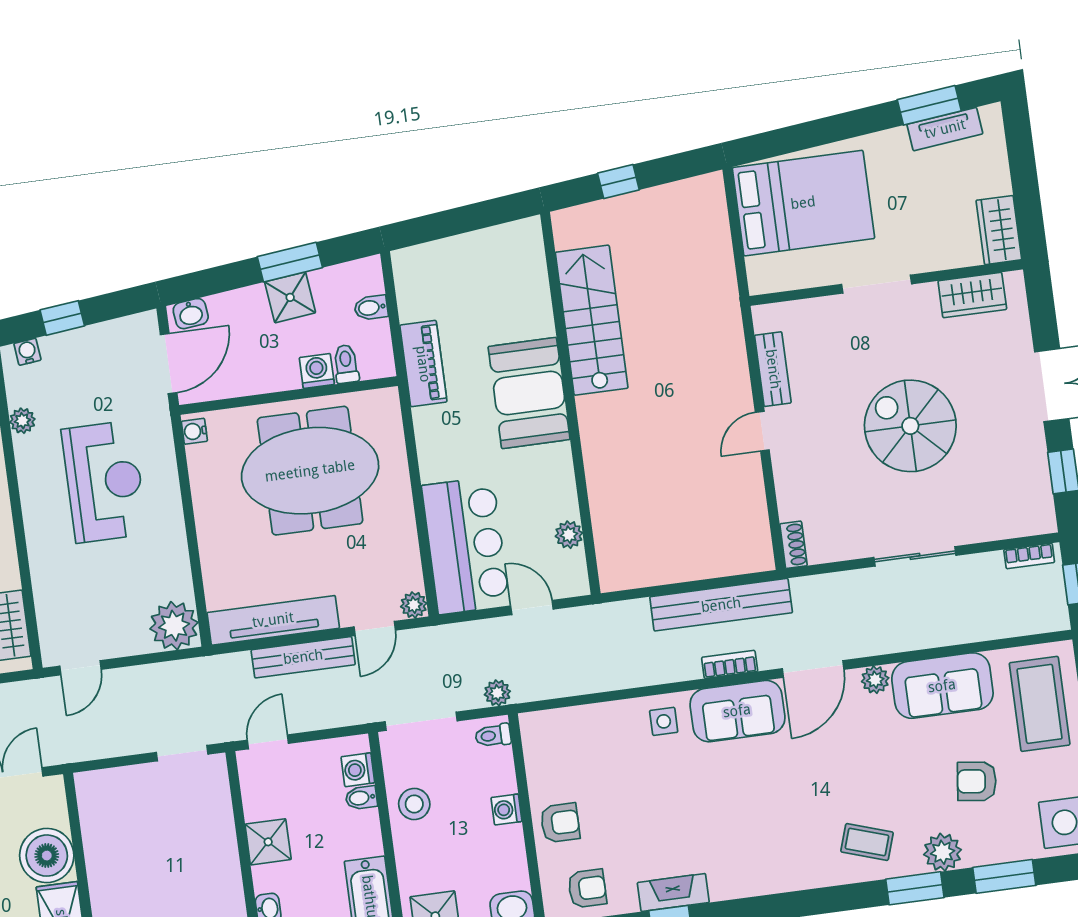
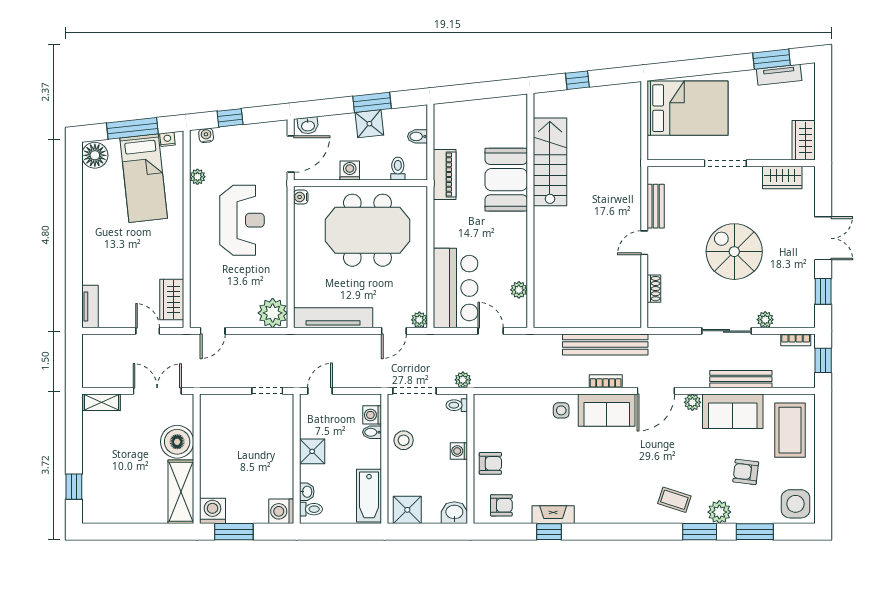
washing machine: (317, 371) -> (350, 170), moved
booth: (529, 393) -> (506, 180), moved
plant: (975, 530) -> (765, 320), added
shoe rack: (793, 545) -> (654, 289), moved
bench: (303, 657) -> (741, 379), moved

